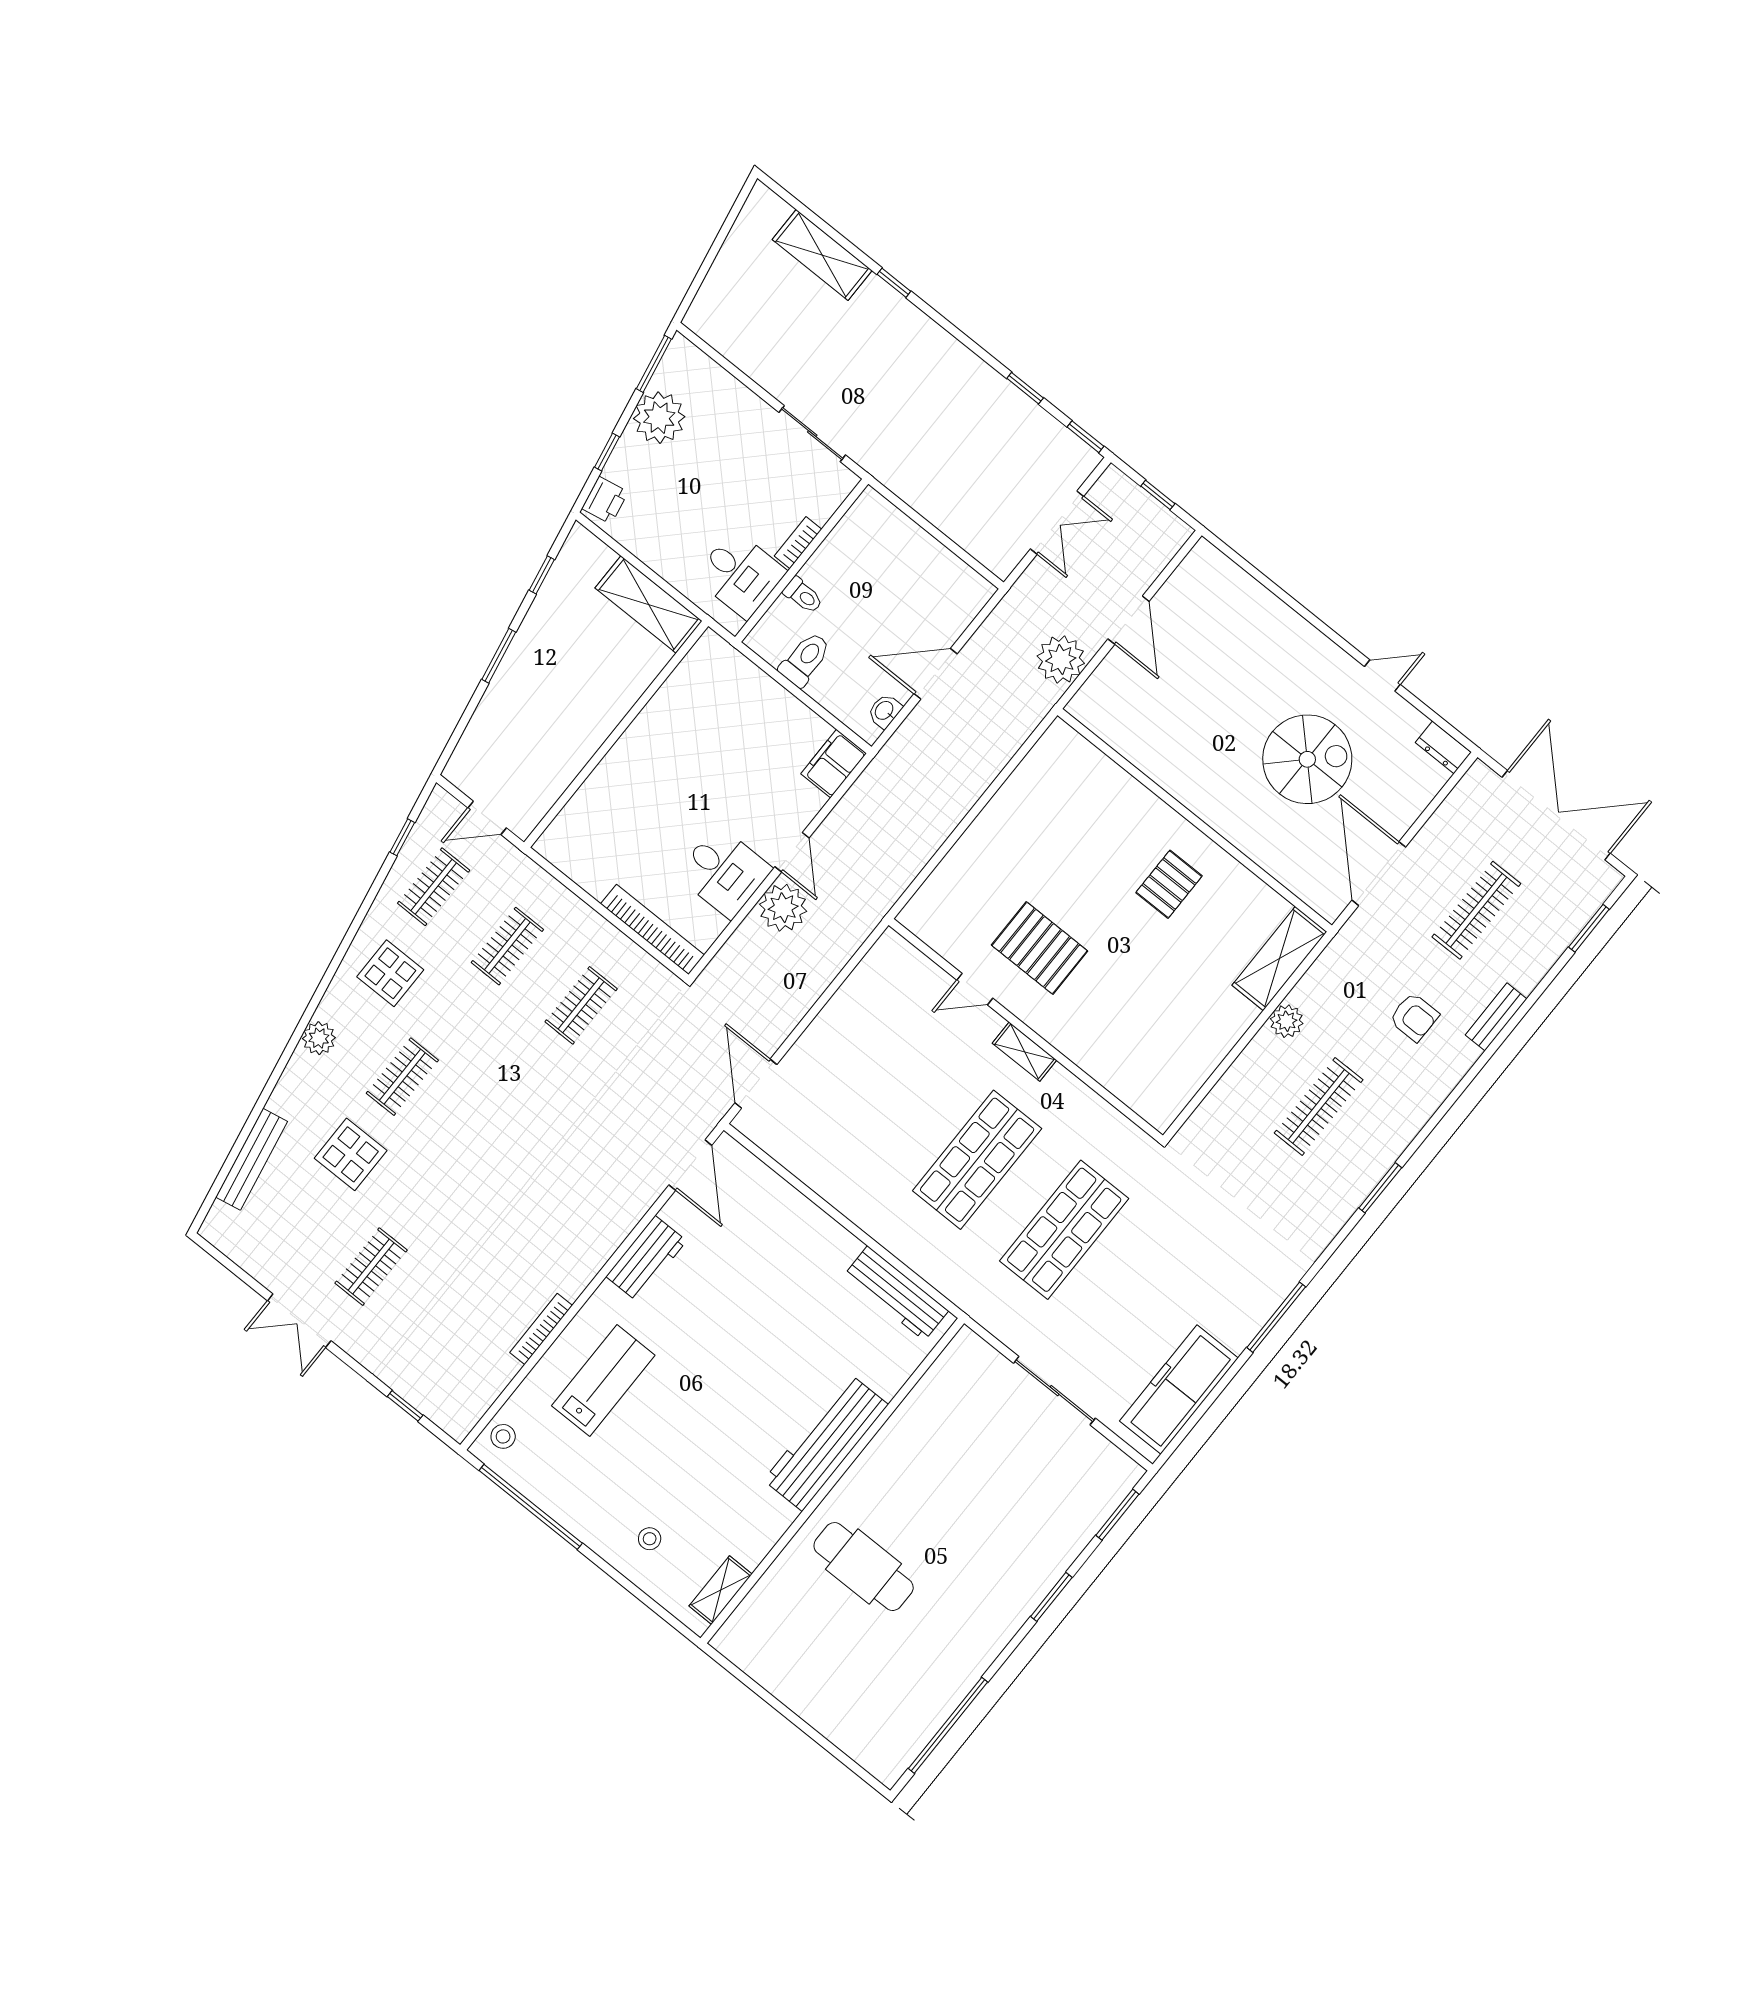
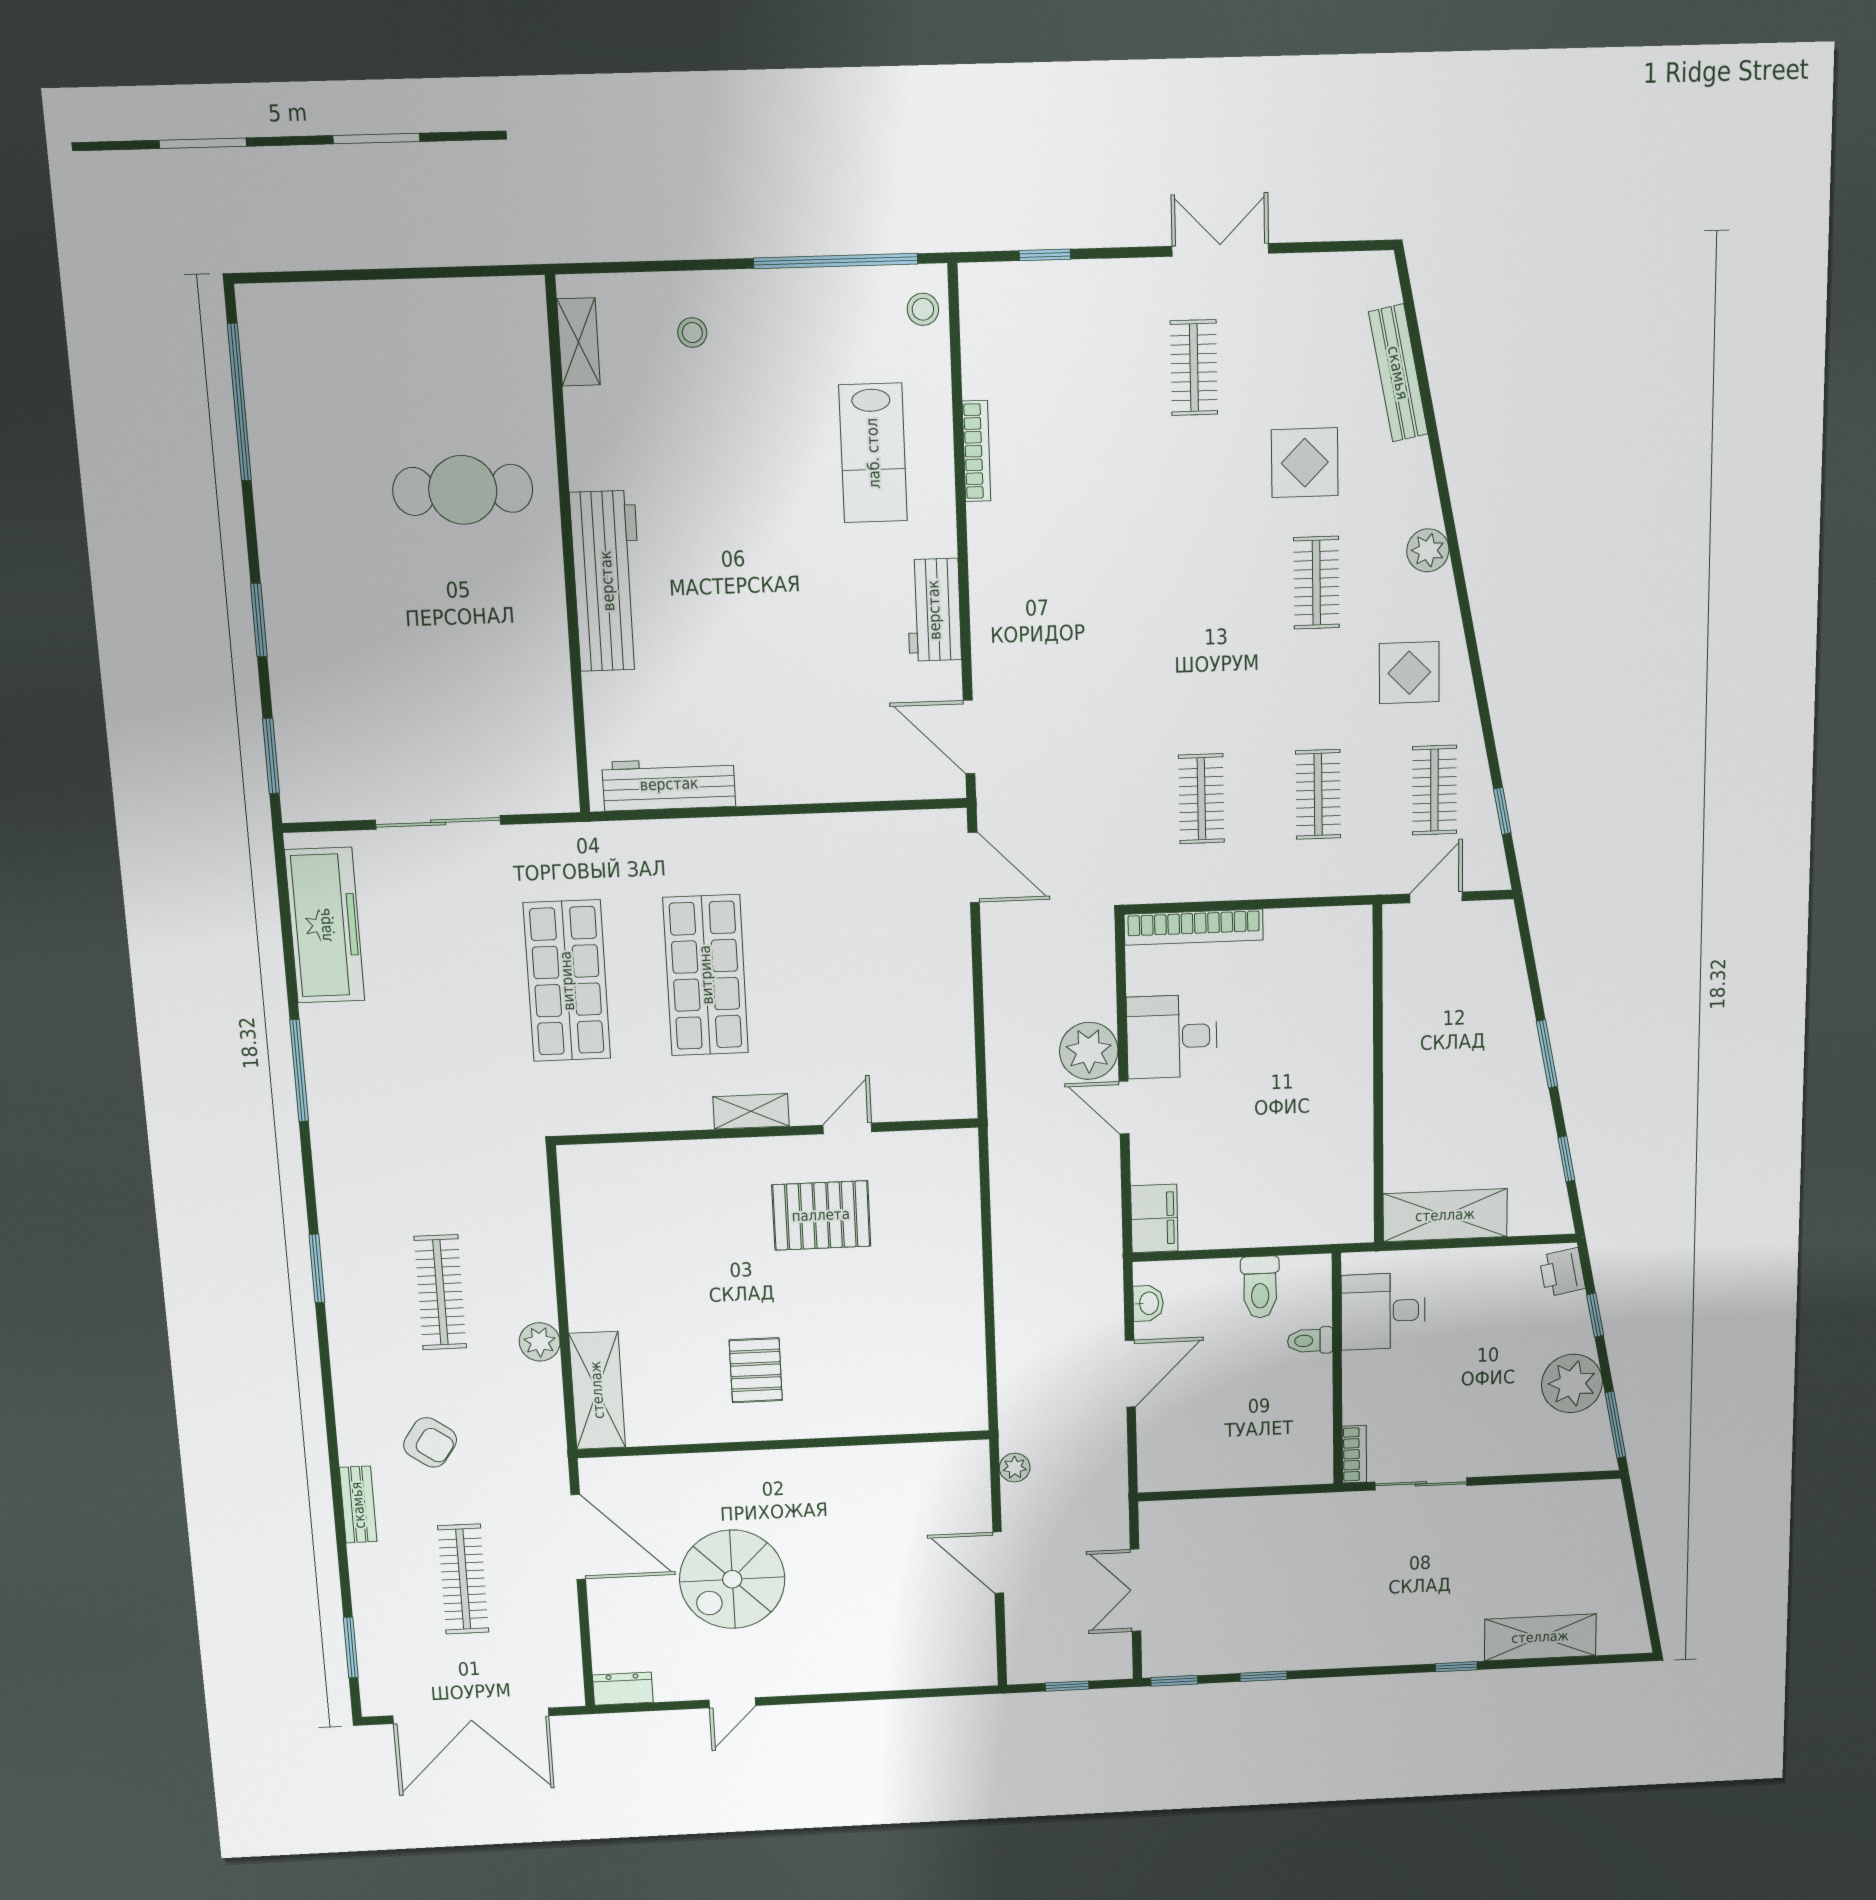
bookcase: (798, 543) -> (1354, 1454), moved
plant: (1061, 660) -> (1015, 1468), width x0.53, depth x0.53
armchair: (1414, 1017) -> (430, 1442), turned -145

